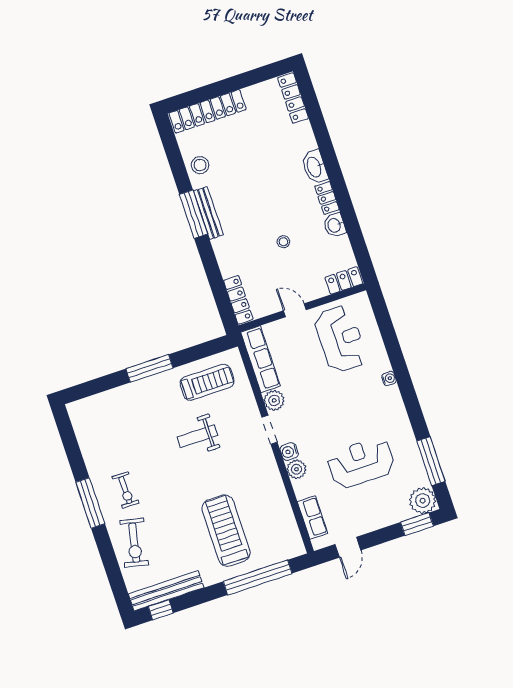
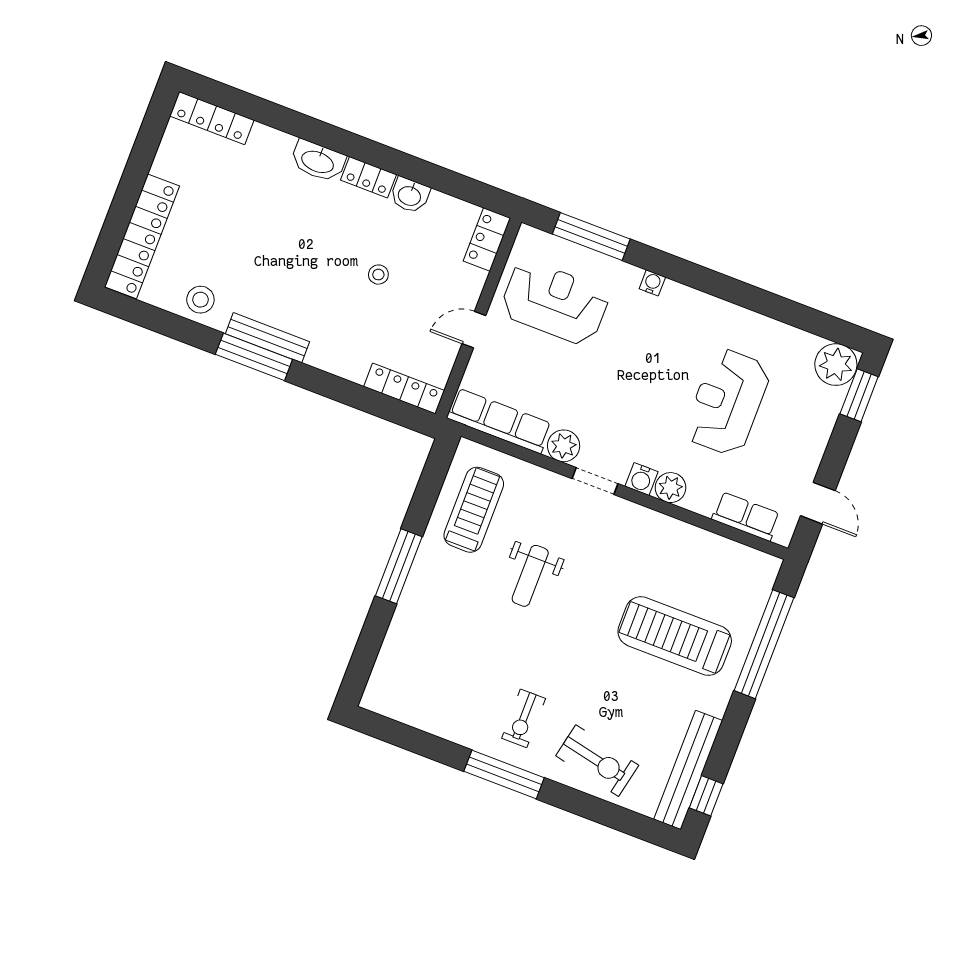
window: (431, 461) -> (591, 237), moved
exercise bike: (125, 490) -> (524, 718), turned 90

